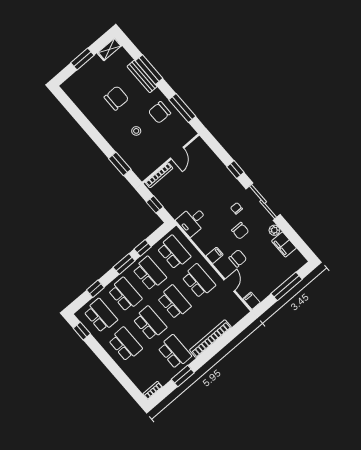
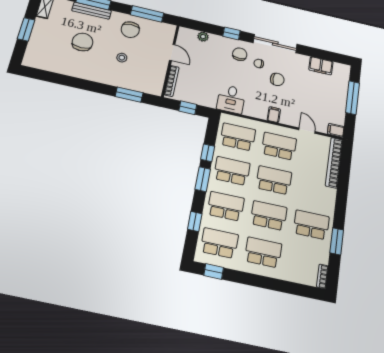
plant: (274, 230) -> (203, 37), moved
chair: (238, 258) -> (240, 54), moved
bookcase: (210, 339) -> (334, 163), moved

